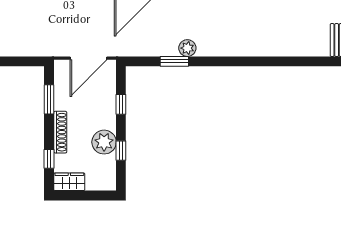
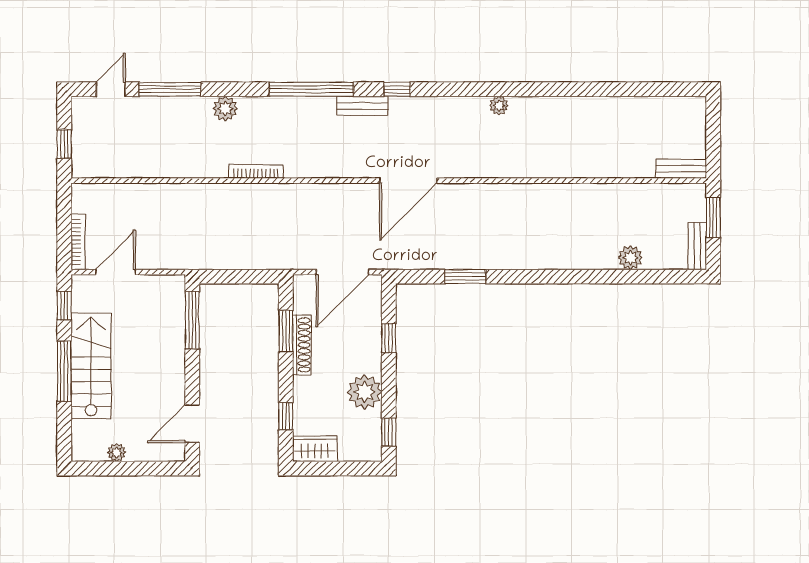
plant: (187, 48) -> (630, 258), moved
shoe rack: (60, 132) -> (302, 345), moved
window: (121, 151) -> (389, 432), moved

